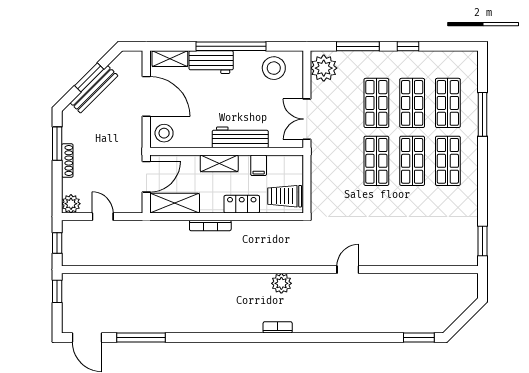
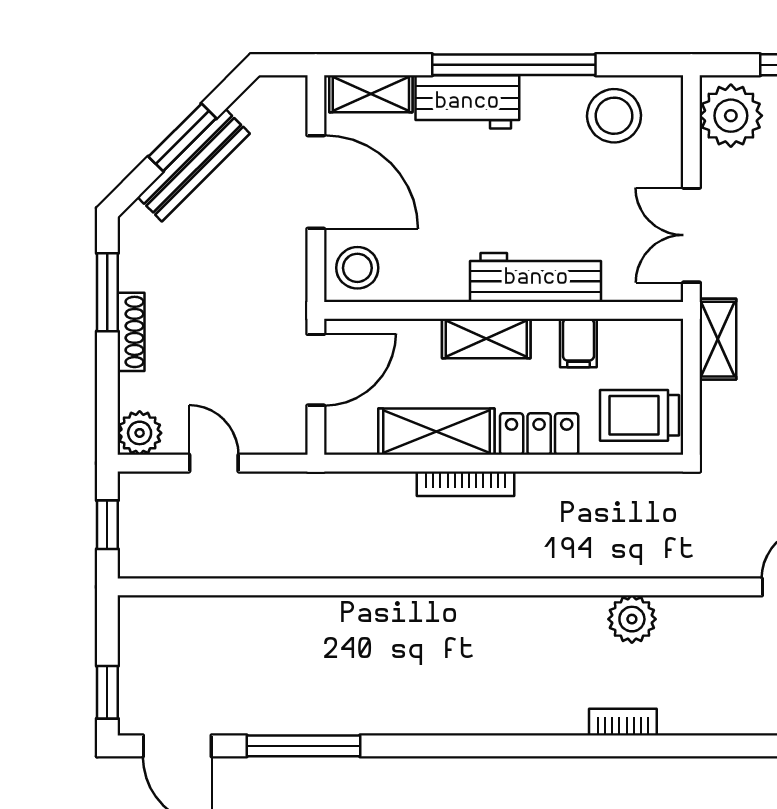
shelving: (318, 164) -> (718, 339), added
shelving: (175, 203) -> (436, 432), moved
window: (57, 291) -> (107, 692), moved

